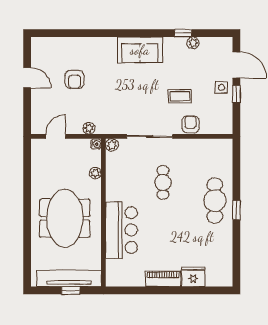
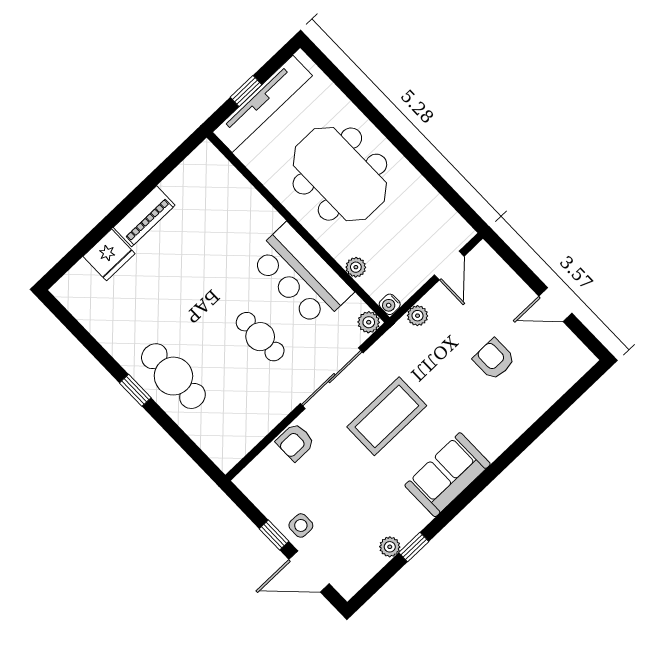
coffee table: (180, 96) -> (387, 416), moved, width x1.86, depth x1.72
armchair: (190, 124) -> (295, 442), turned 90
bar counter: (121, 230) -> (301, 275), moved

